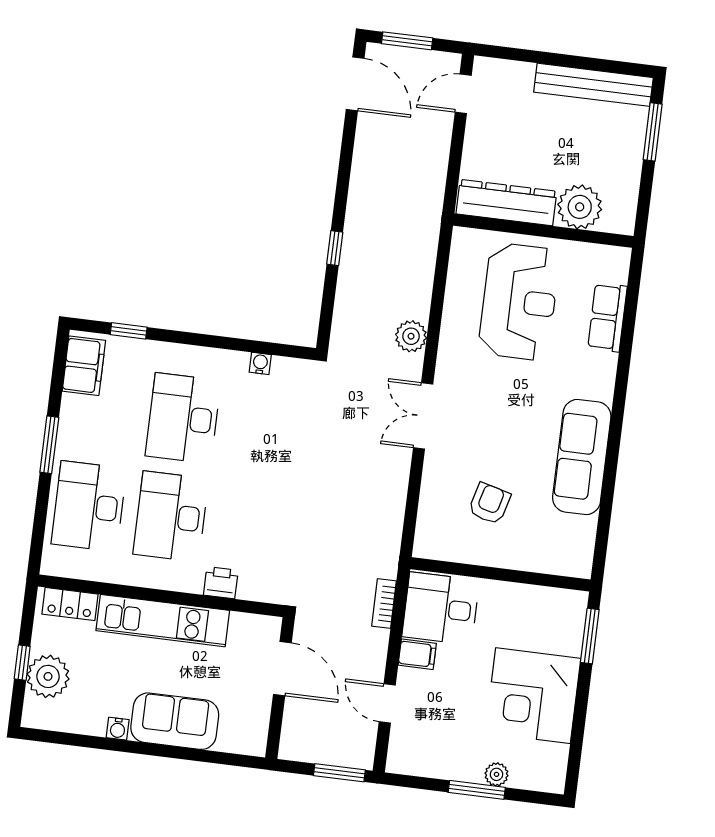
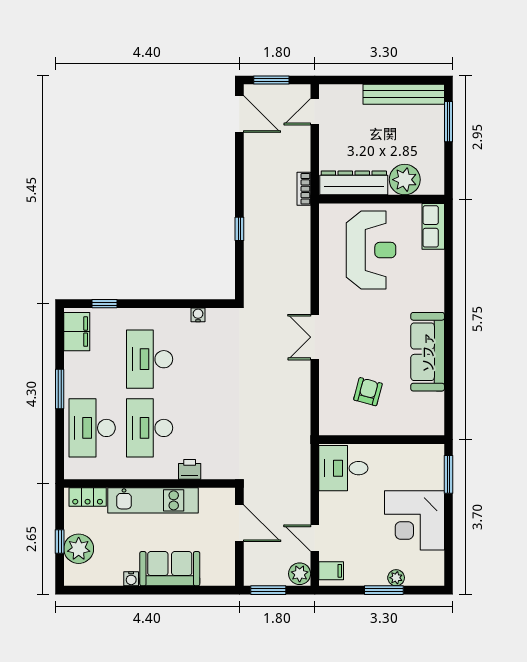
row of seats: (607, 317) -> (433, 226), moved
plant: (411, 336) -> (300, 574), moved
bookcase: (384, 604) -> (304, 189), moved
filing cabinet: (417, 654) -> (331, 571), moved
window: (339, 773) -> (268, 590), moved

